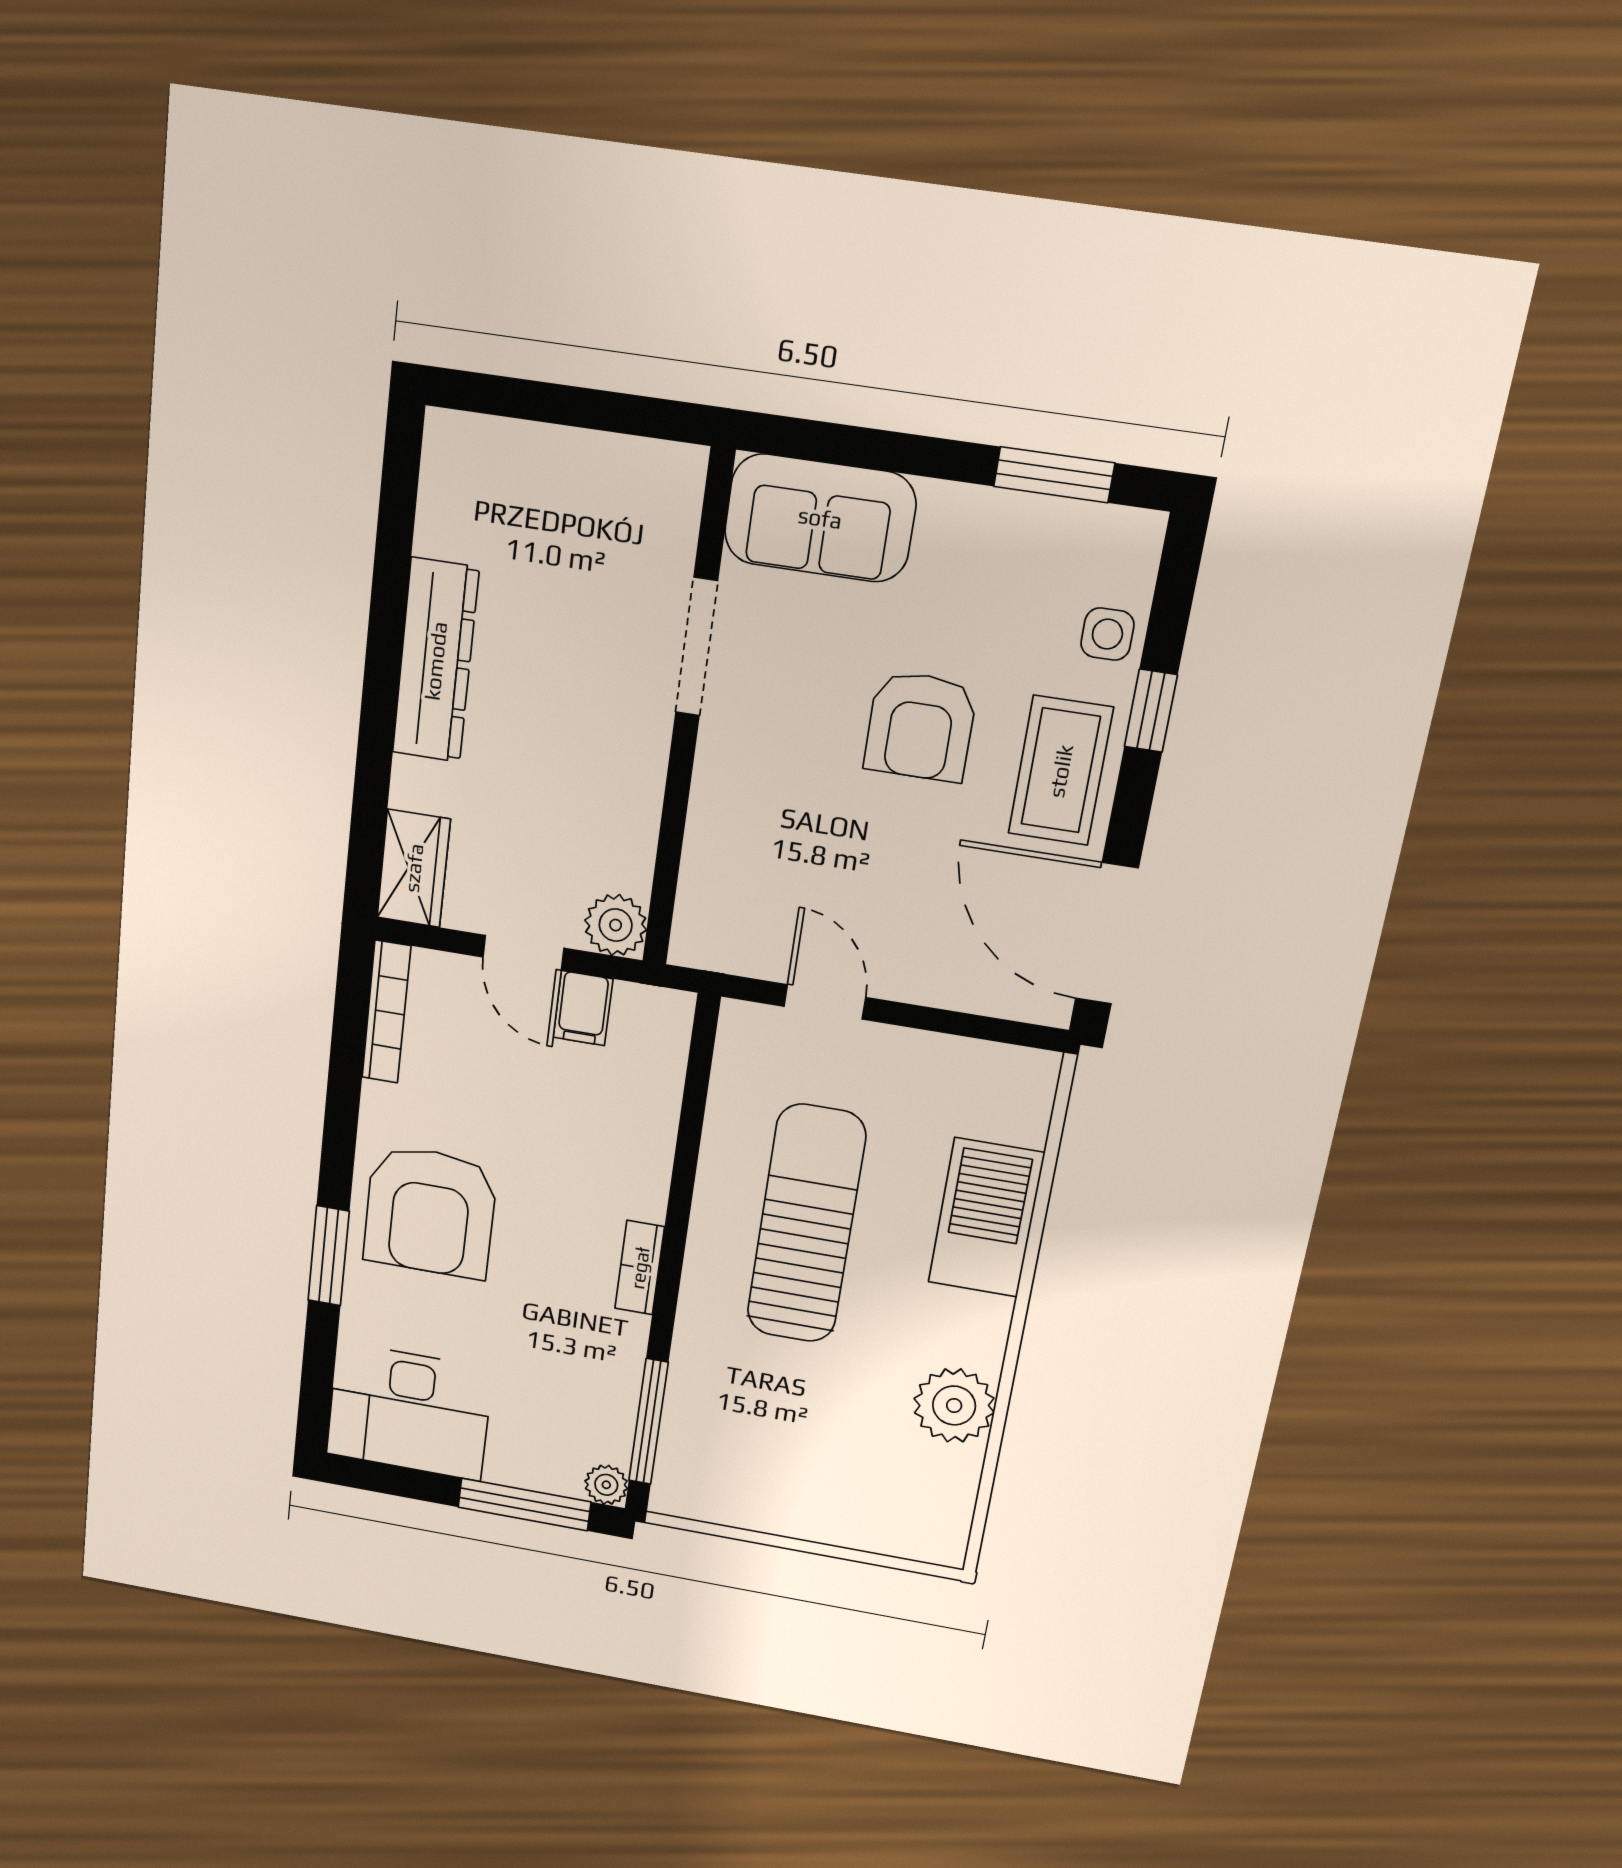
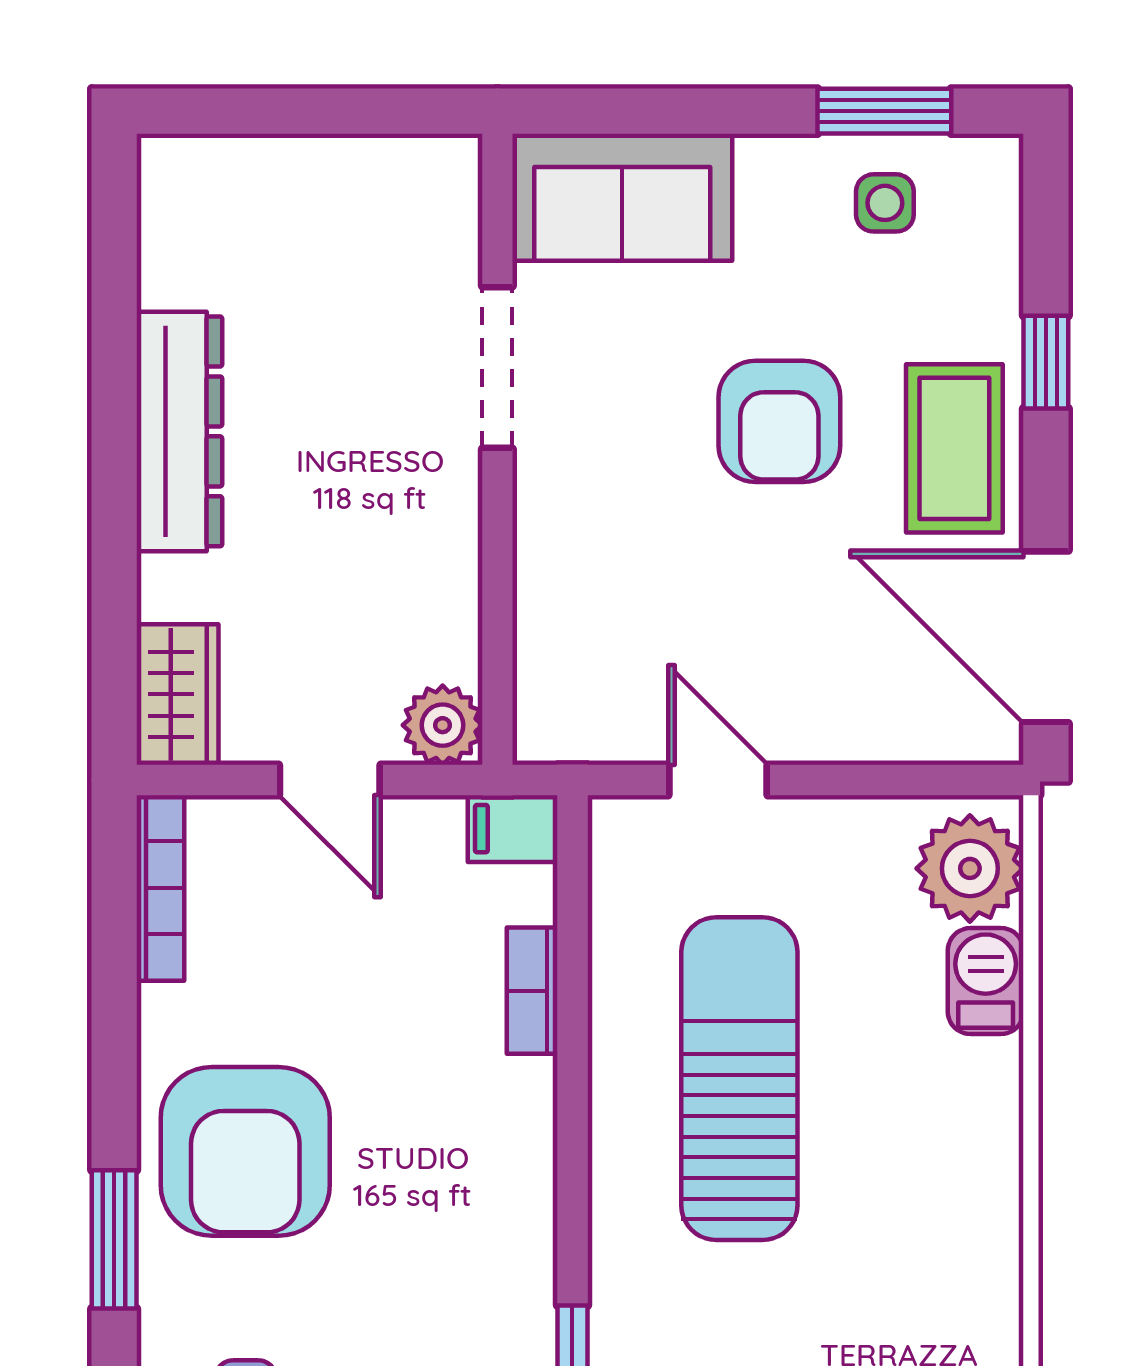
side table: (1107, 634) -> (885, 203), moved
filing cabinet: (583, 1008) -> (513, 829), moved, turned 90
barbecue: (986, 1218) -> (986, 981), width x0.53, depth x0.65
bookcase: (640, 1268) -> (532, 991), moved
plant: (954, 1405) -> (970, 868), moved

